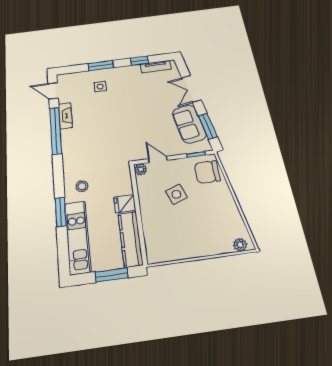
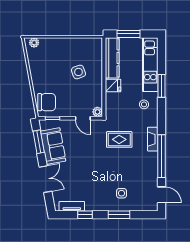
fireplace: (65, 116) -> (153, 139), moved
rug: (109, 142) -> (119, 139), added
side table: (176, 194) -> (78, 72), moved

